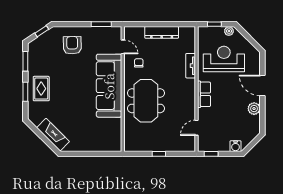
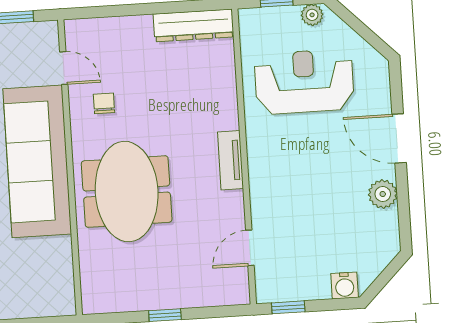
dresser: (162, 32) -> (194, 25), moved
tv unit: (191, 66) -> (230, 160), moved
row of seats: (204, 94) -> (263, 168), removed

